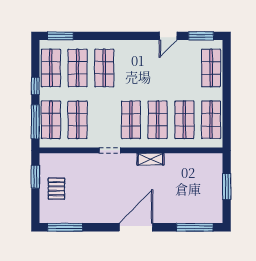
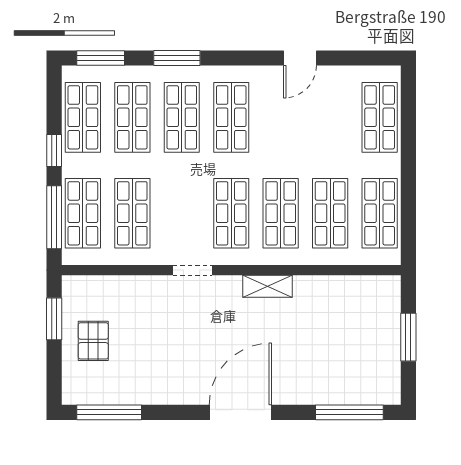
window: (201, 36) -> (177, 58), moved
shop shelf: (131, 68) -> (231, 117), added

